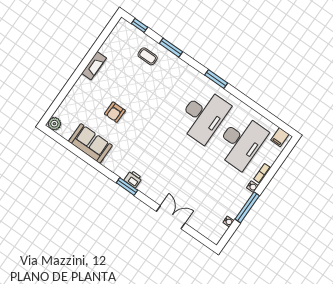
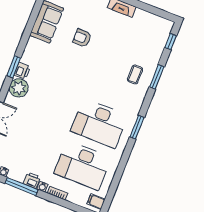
coffee table: (148, 56) -> (135, 74), moved
plant: (149, 187) -> (19, 88), added
printer: (244, 196) -> (32, 180), added

